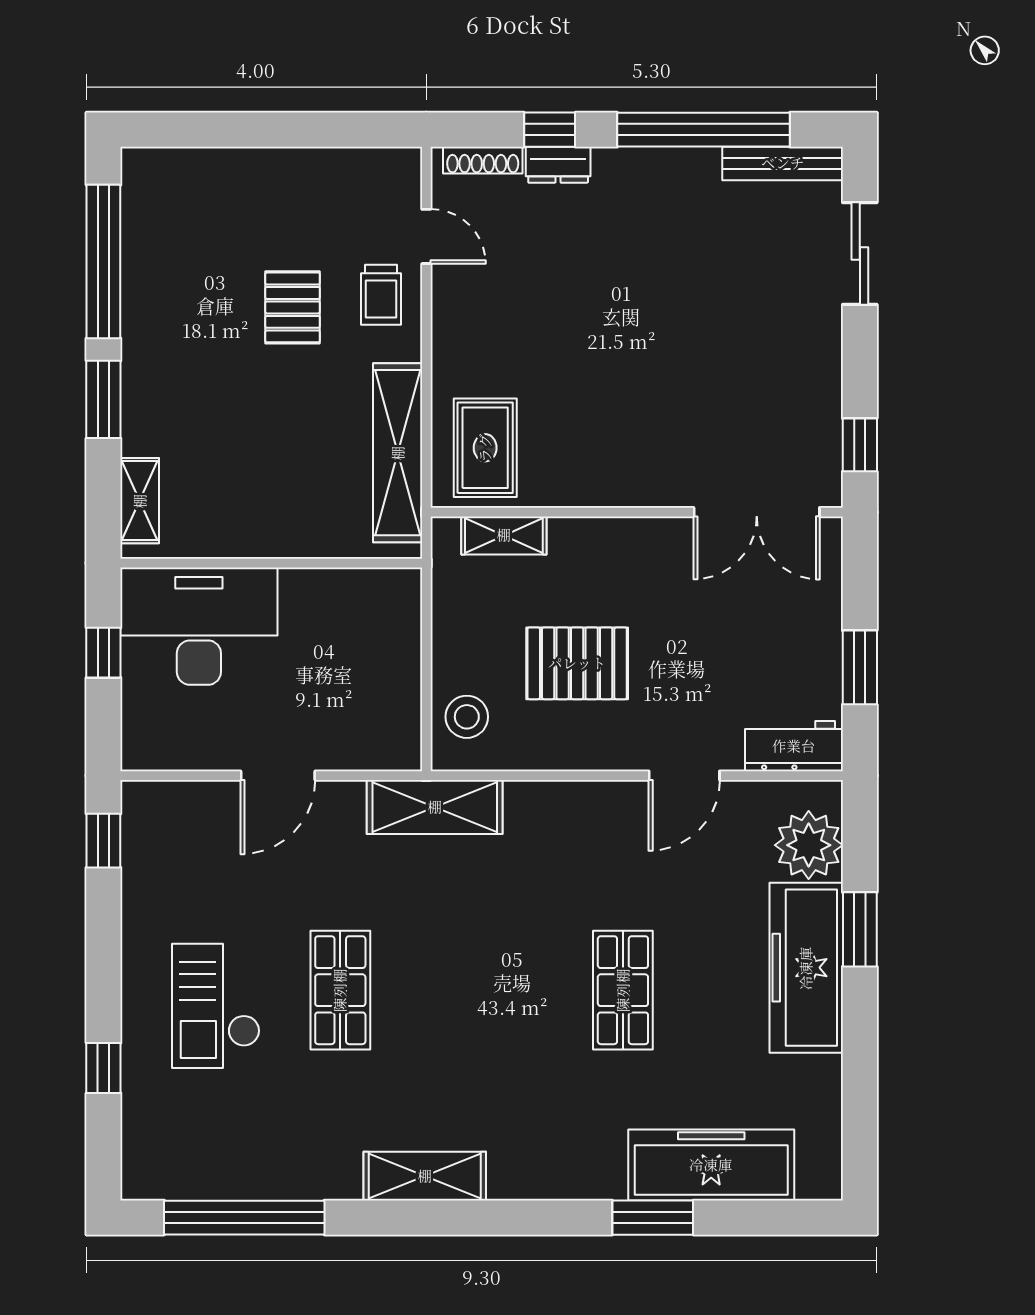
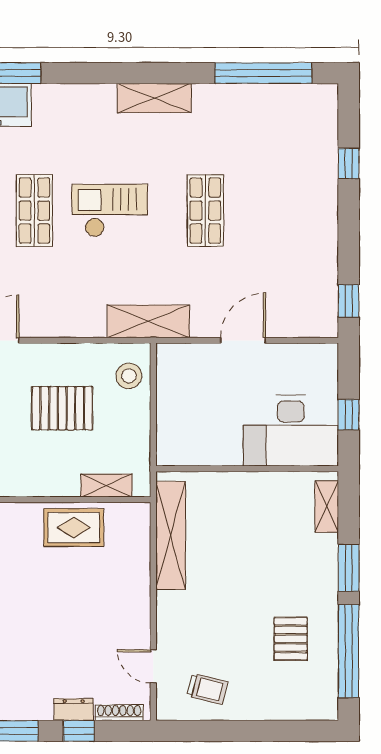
trolley: (381, 295) -> (207, 689), moved, turned 104
pallet: (293, 307) -> (291, 639), moved
rug: (485, 448) -> (74, 528), moved, turned 90
checkout: (216, 1006) -> (110, 211), moved, turned -90

